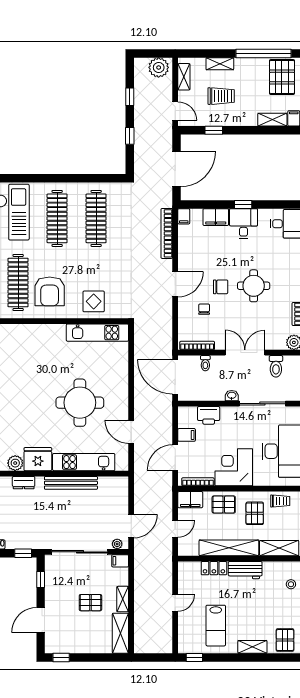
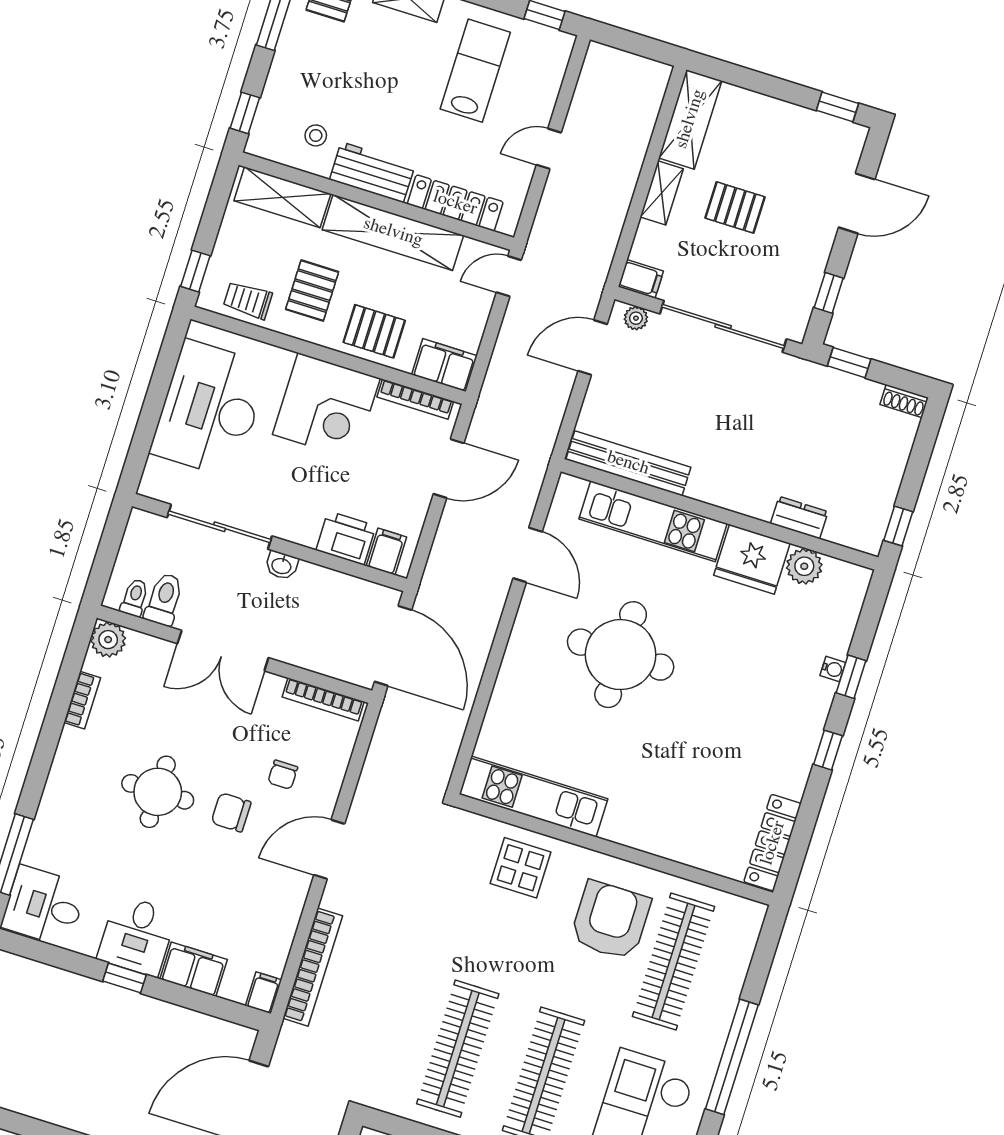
toilet: (205, 363) -> (135, 598), moved
filing cabinet: (187, 435) -> (386, 552), moved, turned 90
bench: (71, 483) -> (628, 463), moved
door: (175, 529) -> (509, 276), moved
locker: (214, 568) -> (455, 203), width x1.53
stool: (291, 584) -> (316, 135), moved

